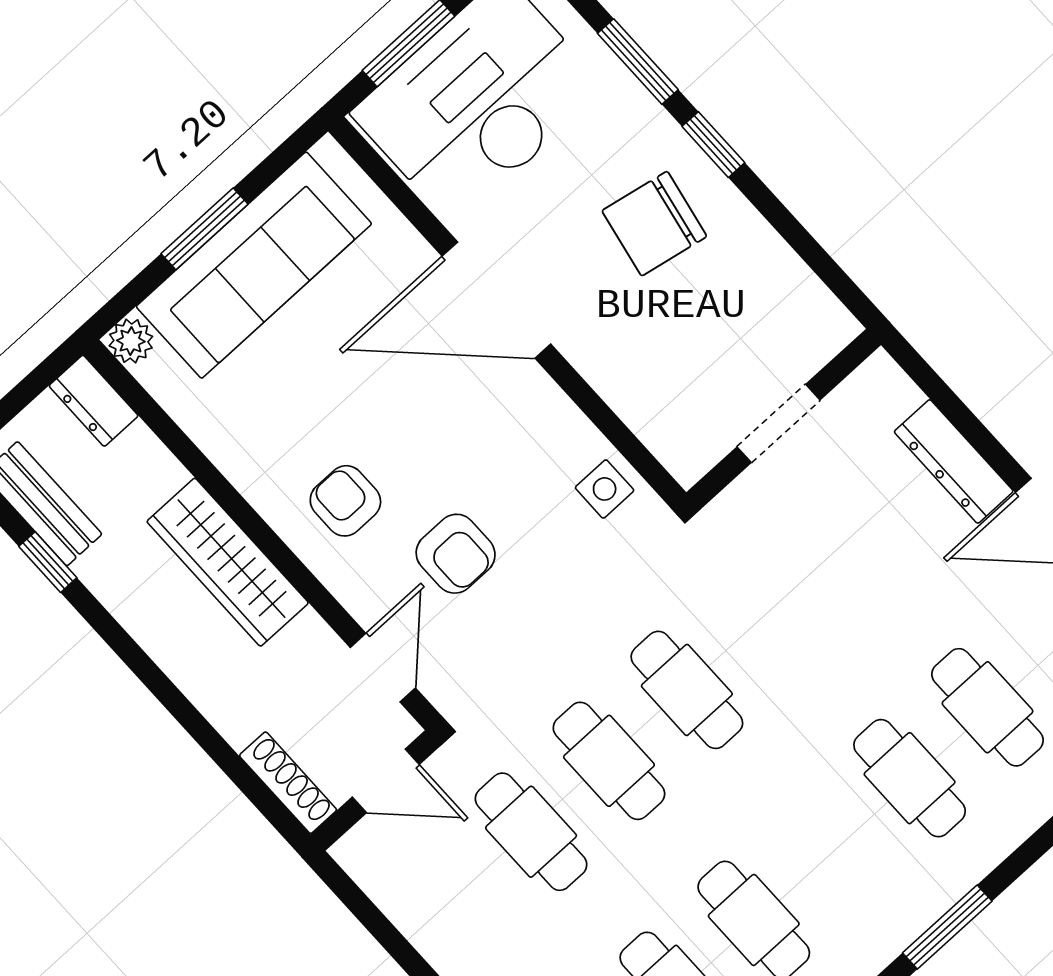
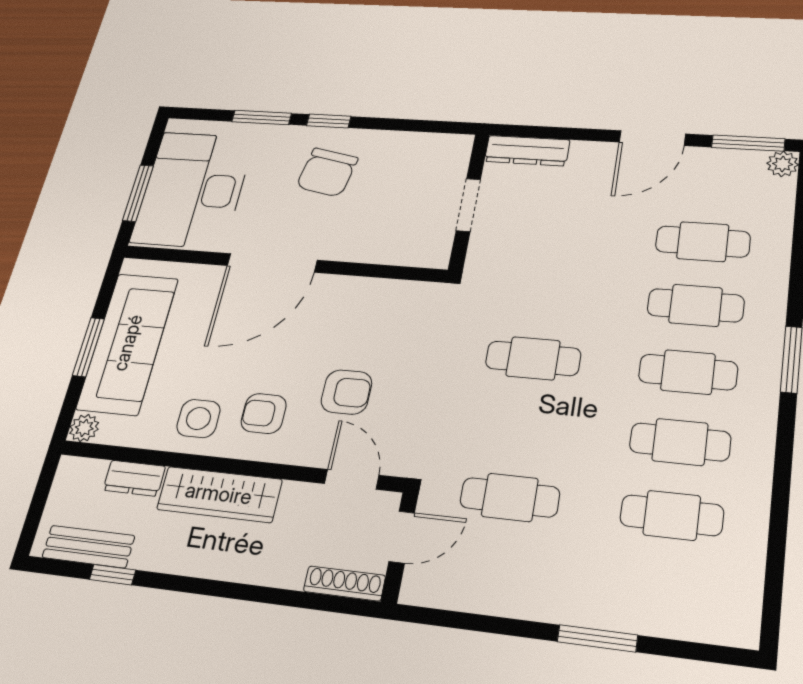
dresser: (94, 401) -> (134, 478), moved
dresser: (954, 461) -> (527, 151), moved
side table: (605, 489) -> (198, 418), moved, width x1.37, depth x1.37
cafe table: (609, 761) -> (688, 372), moved

